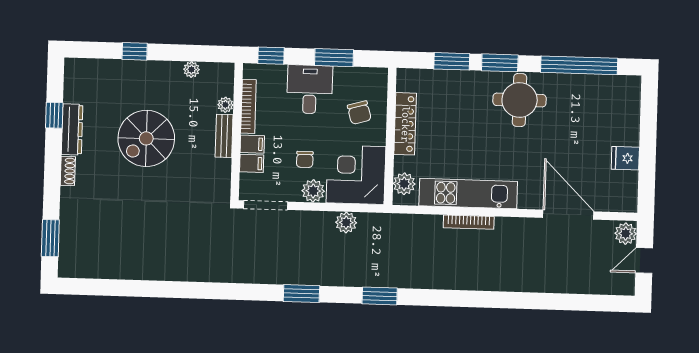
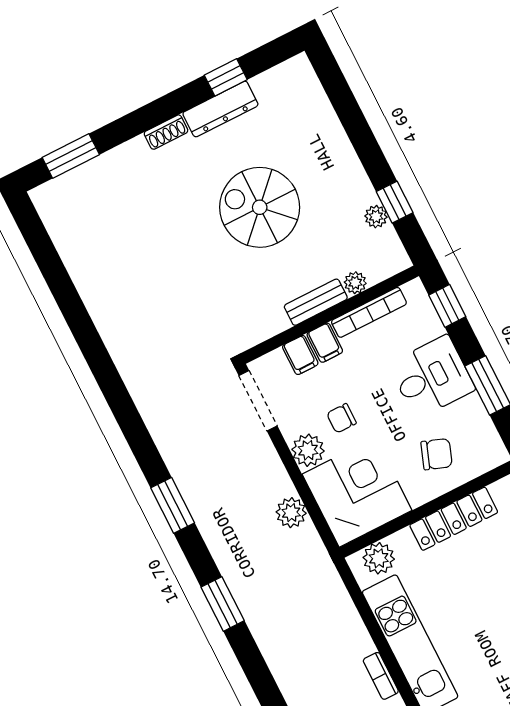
window: (135, 51) -> (395, 202), moved
chair: (359, 113) -> (437, 454), turned -144
bookcase: (469, 222) -> (381, 676), width x0.64

